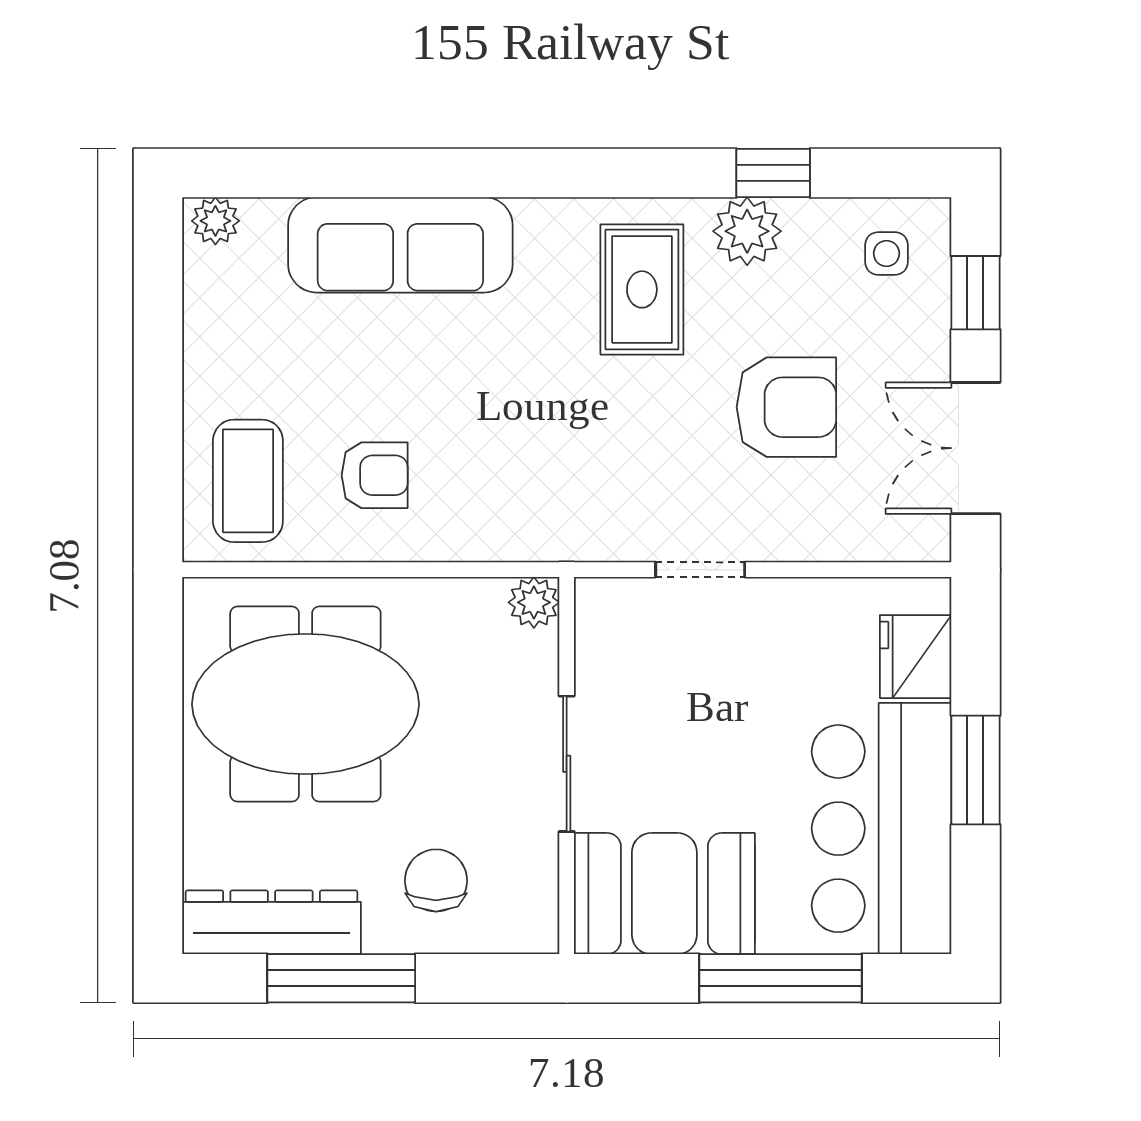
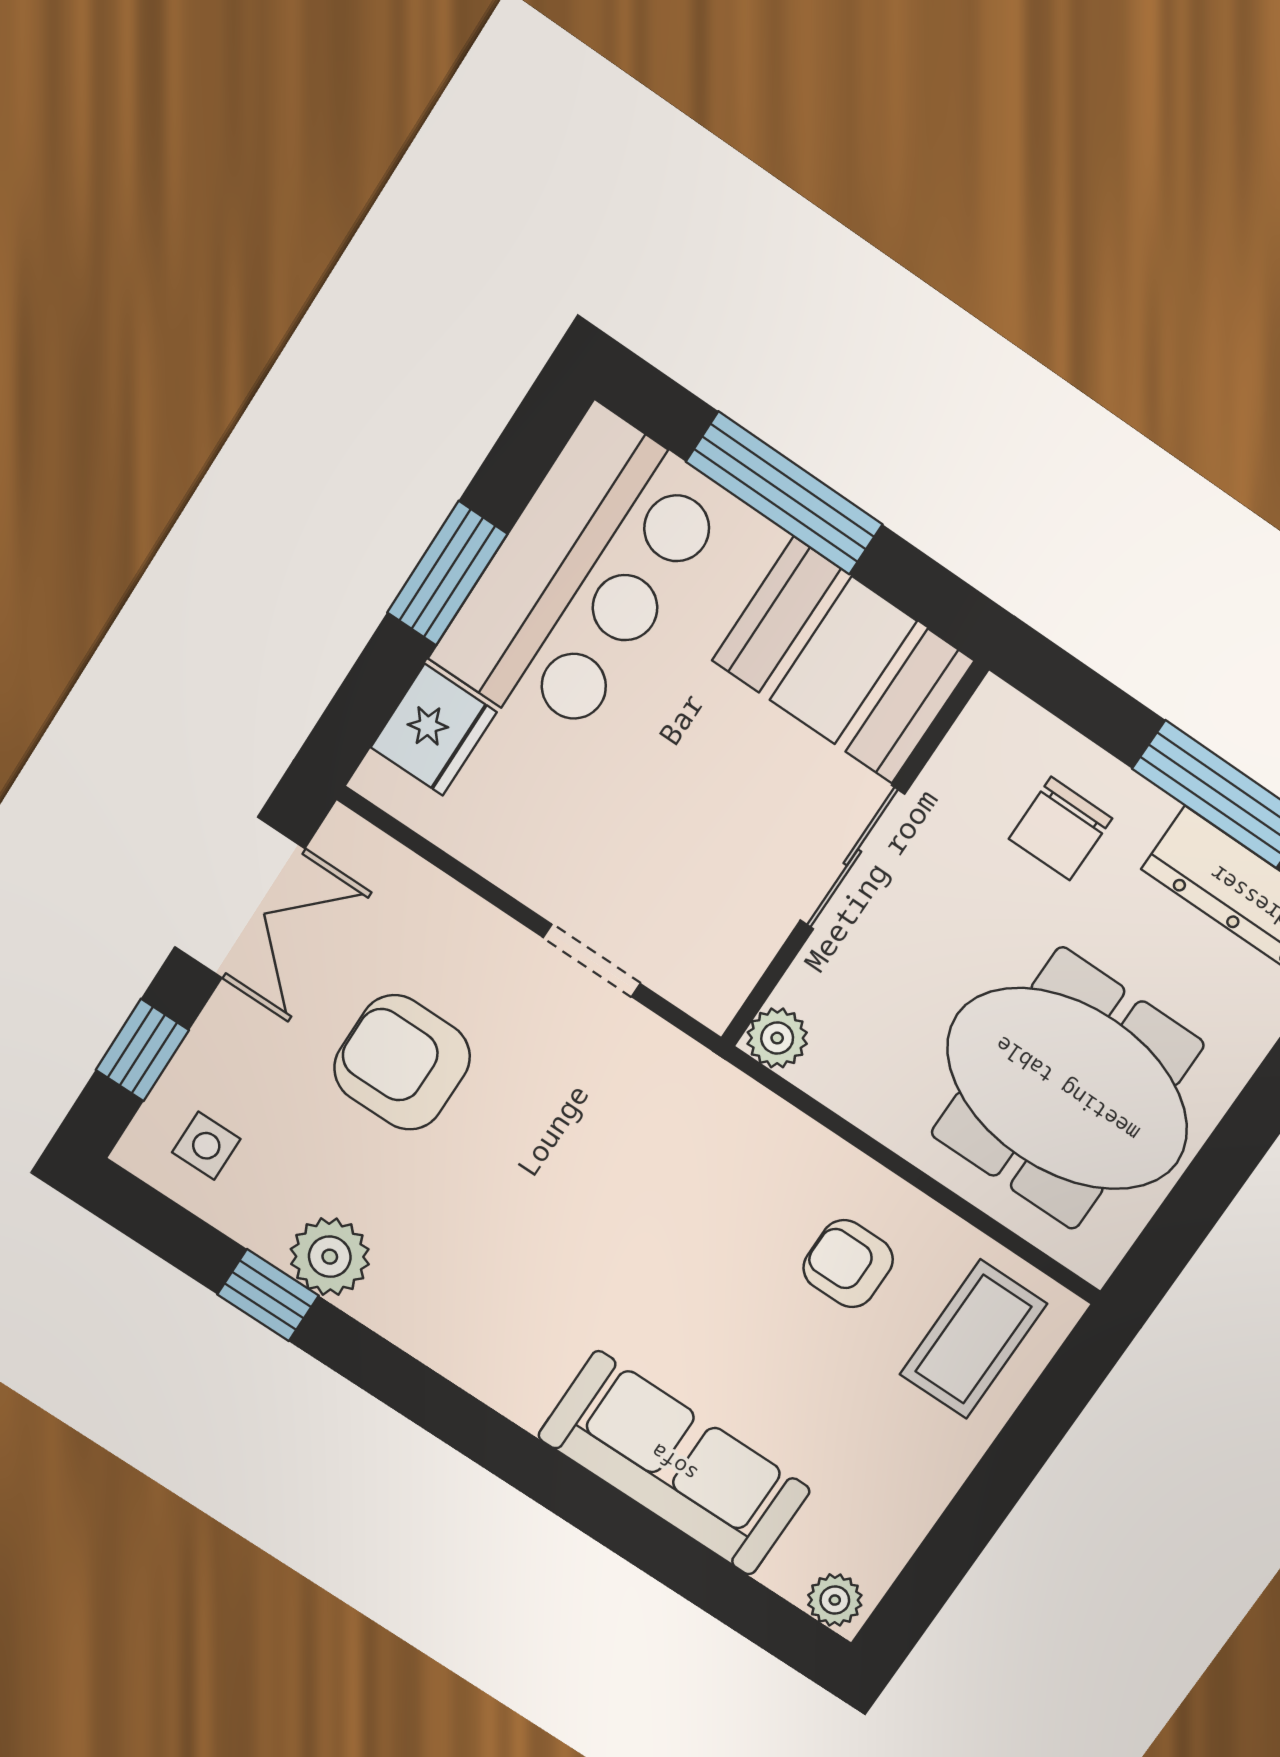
rug: (642, 289) -> (469, 1269), removed

